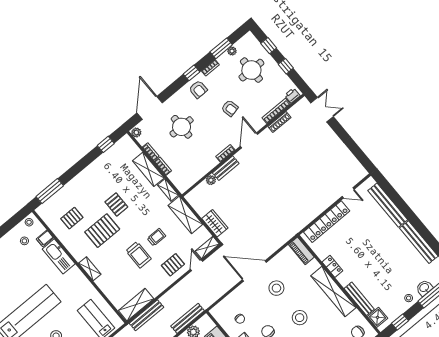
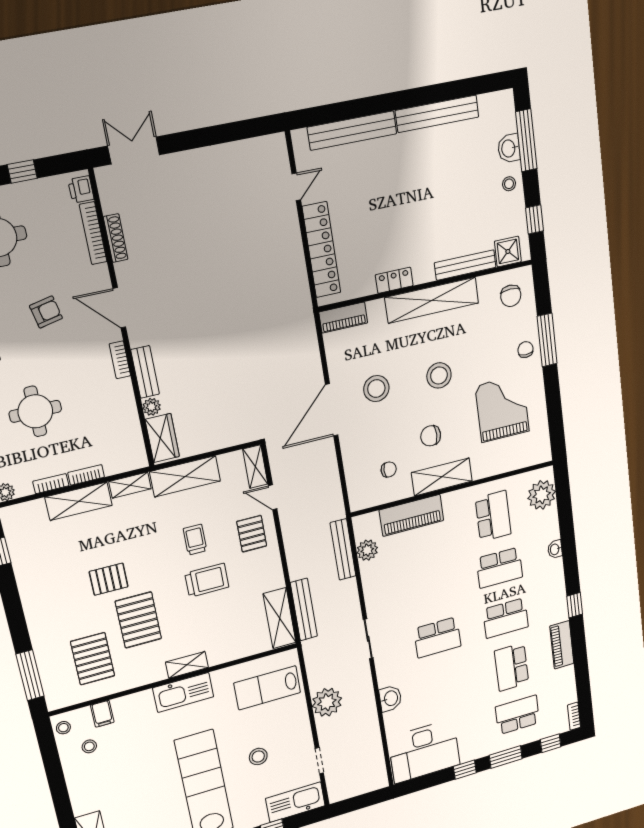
pallet: (72, 218) -> (93, 659), width x1.50, depth x1.42
wardrobe: (215, 223) -> (162, 438), moved, turned 90
kitchen sink: (59, 256) -> (183, 692), moved

